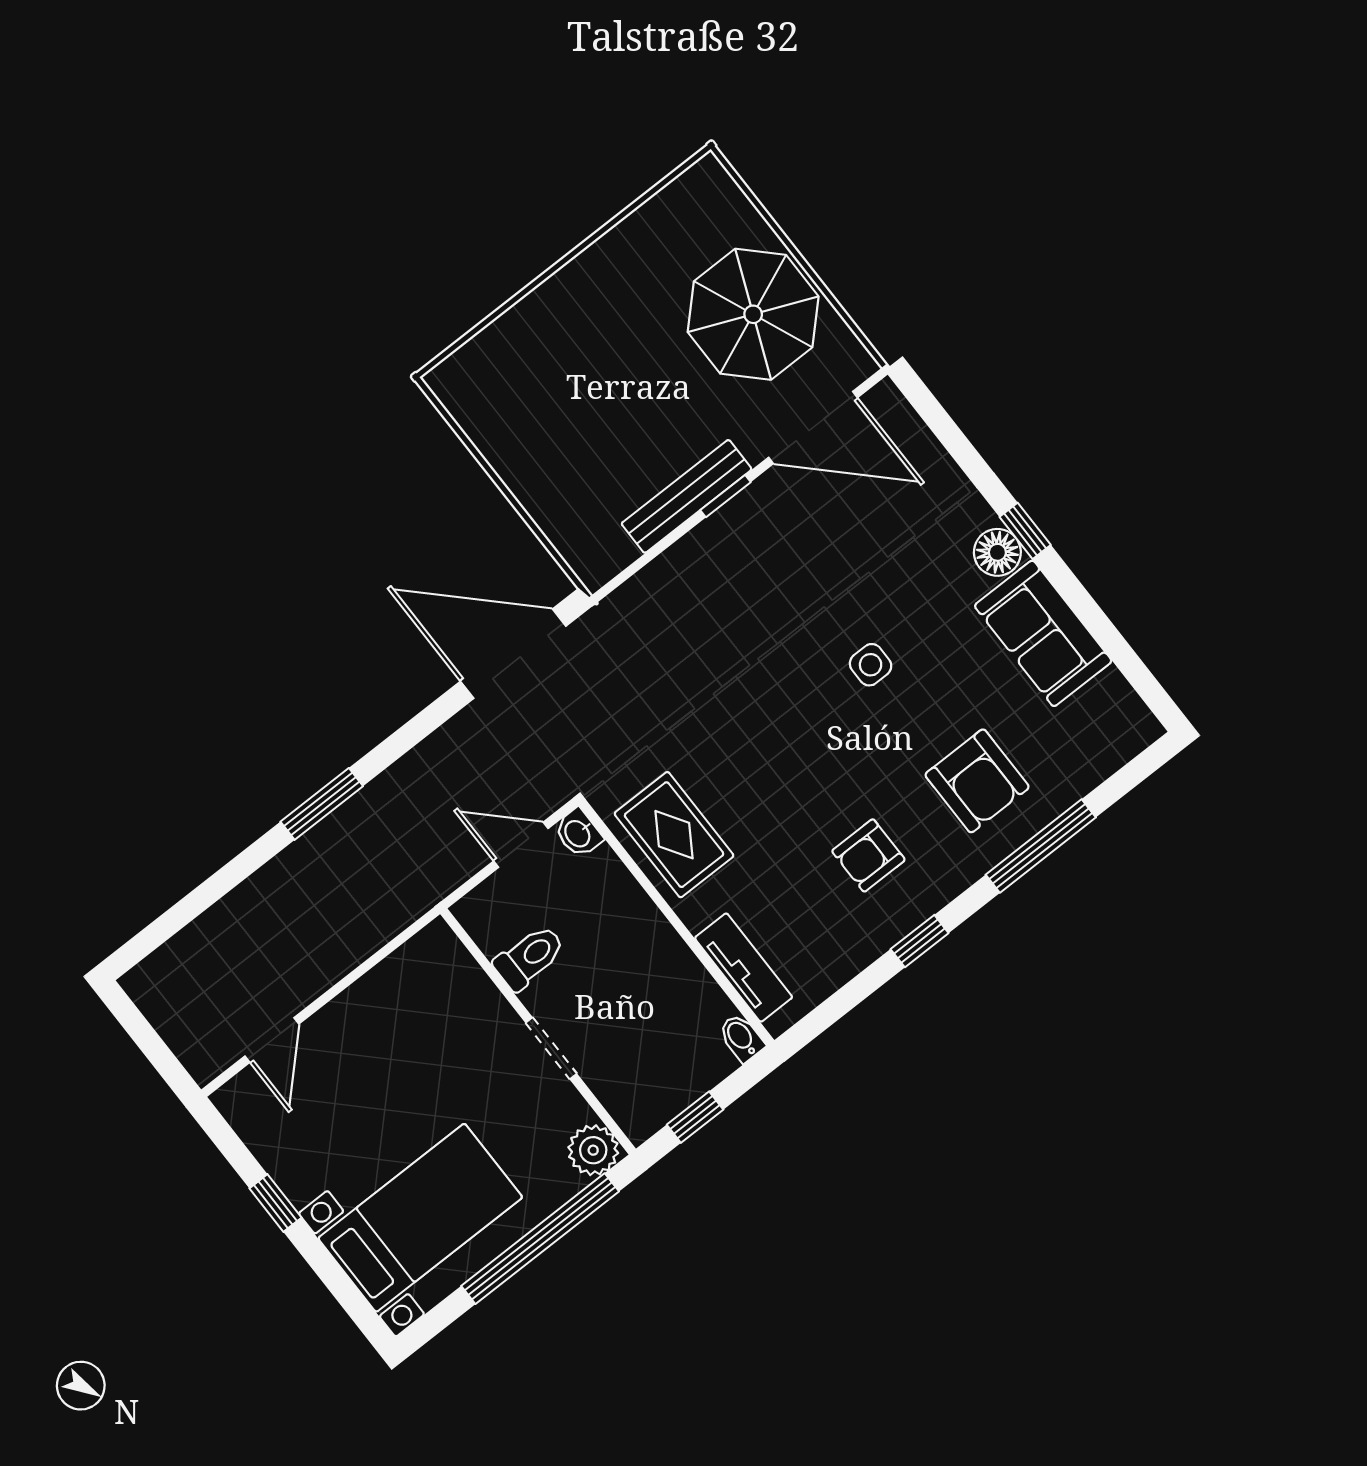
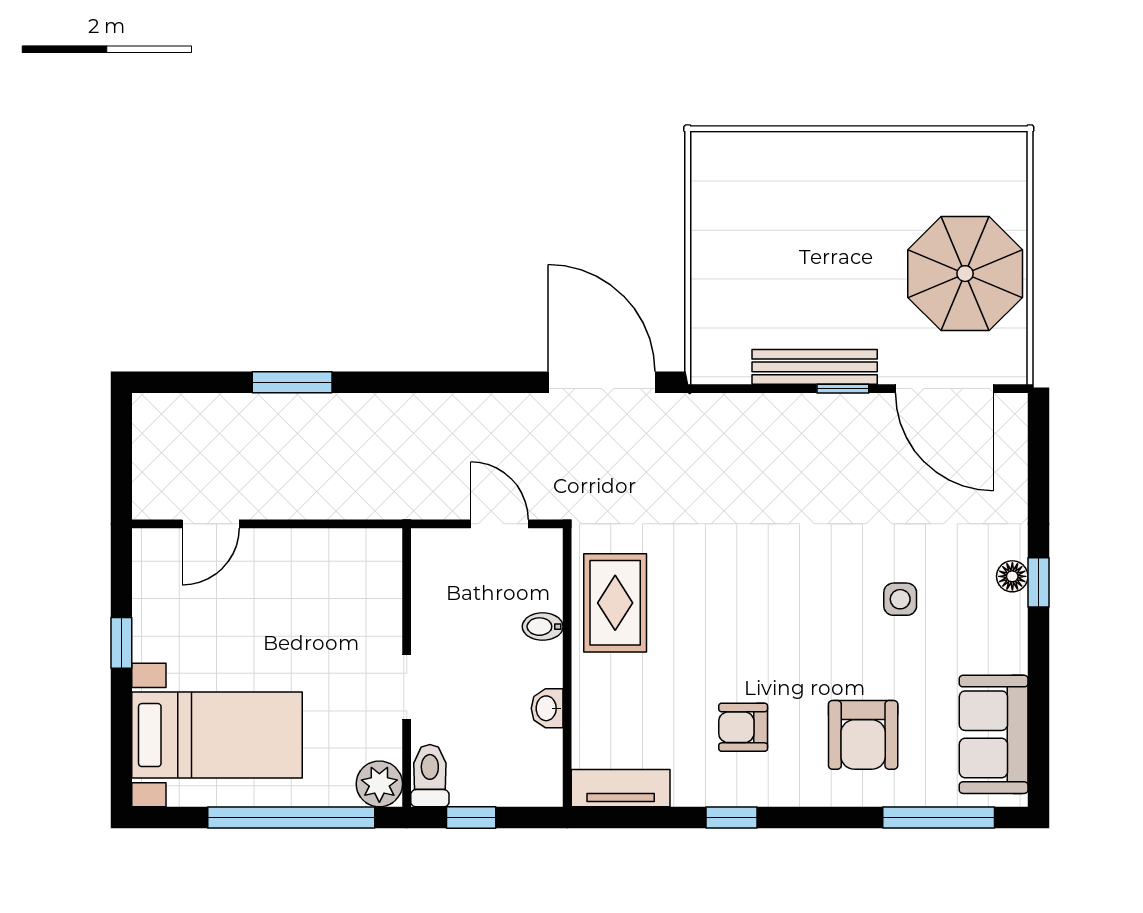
floor lamp: (997, 552) -> (1012, 576), width x0.73, depth x0.73
sofa: (1043, 633) -> (994, 734), moved
side table: (871, 665) -> (900, 599), moved
window: (322, 804) -> (292, 382), moved
washbasin: (578, 833) -> (547, 708), moved
window: (1041, 846) -> (939, 818), moved
toilet: (529, 957) -> (430, 776), moved, turned -90
tv unit: (744, 968) -> (621, 788), moved, turned -90
bidet: (741, 1038) -> (543, 627), moved, turned -90

